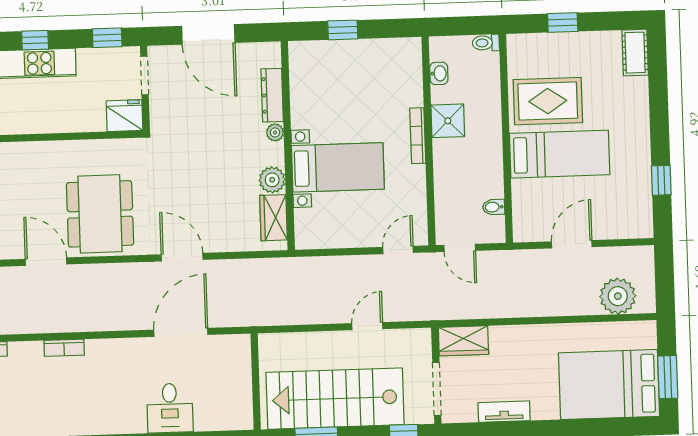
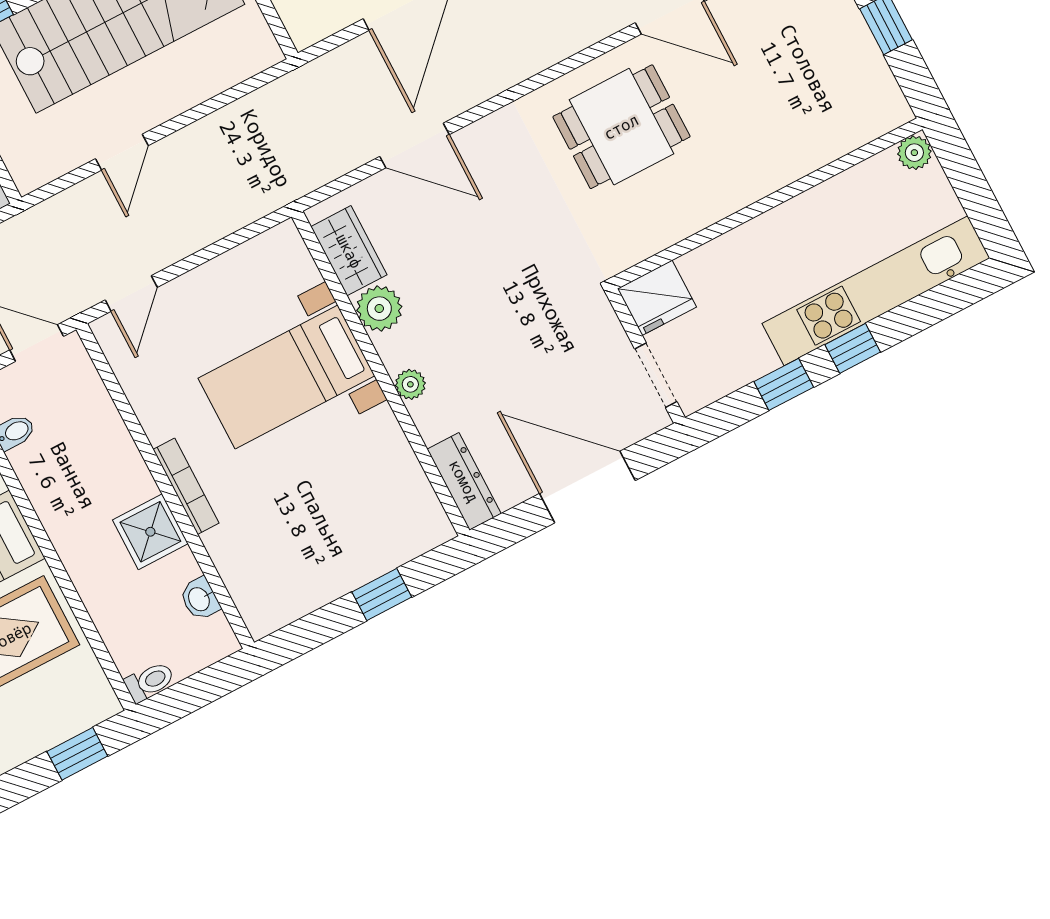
window: (563, 23) -> (77, 754), moved
window: (107, 38) -> (784, 384), moved
dresser: (272, 95) -> (464, 481), moved
dining table: (100, 214) -> (621, 127), width x0.73
door: (182, 257) -> (414, 145), moved

